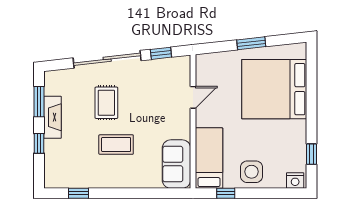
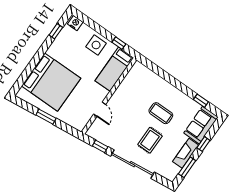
door: (193, 97) -> (100, 109), swing flipped
sofa: (176, 164) -> (201, 125), moved, turned 180

